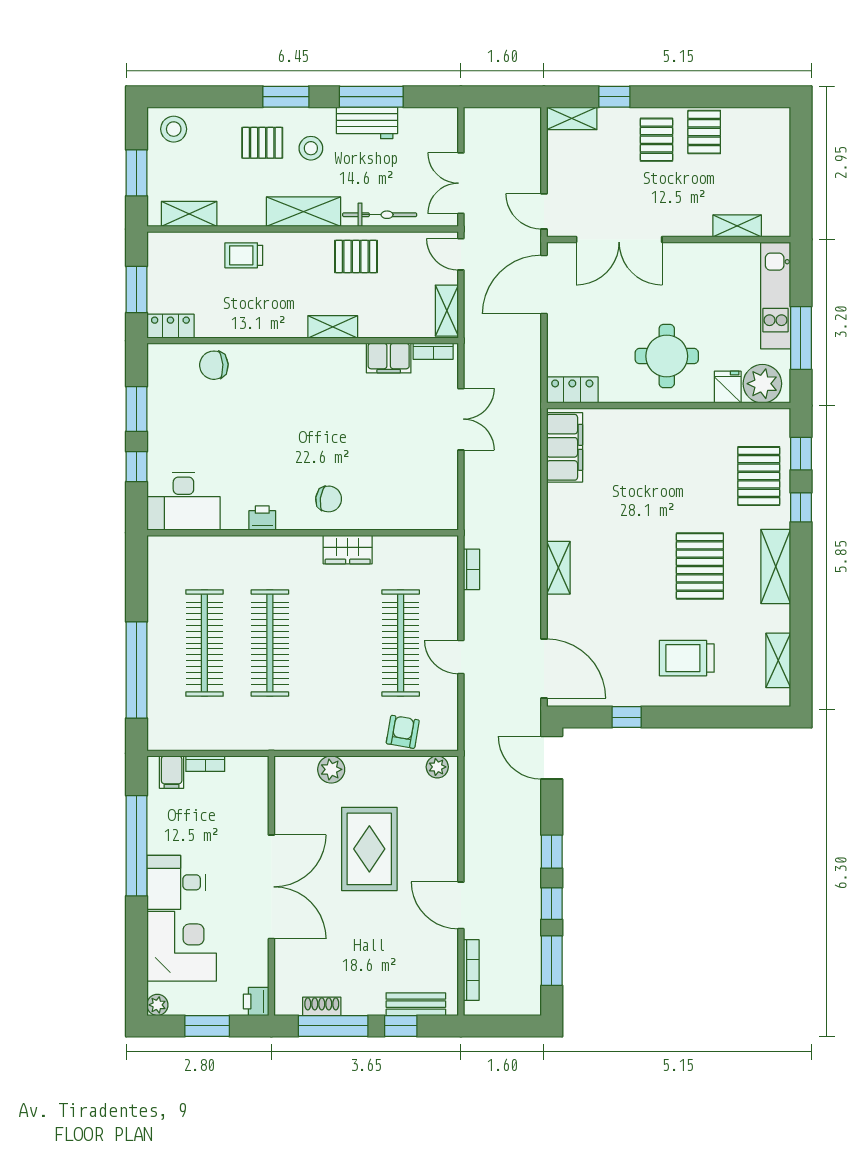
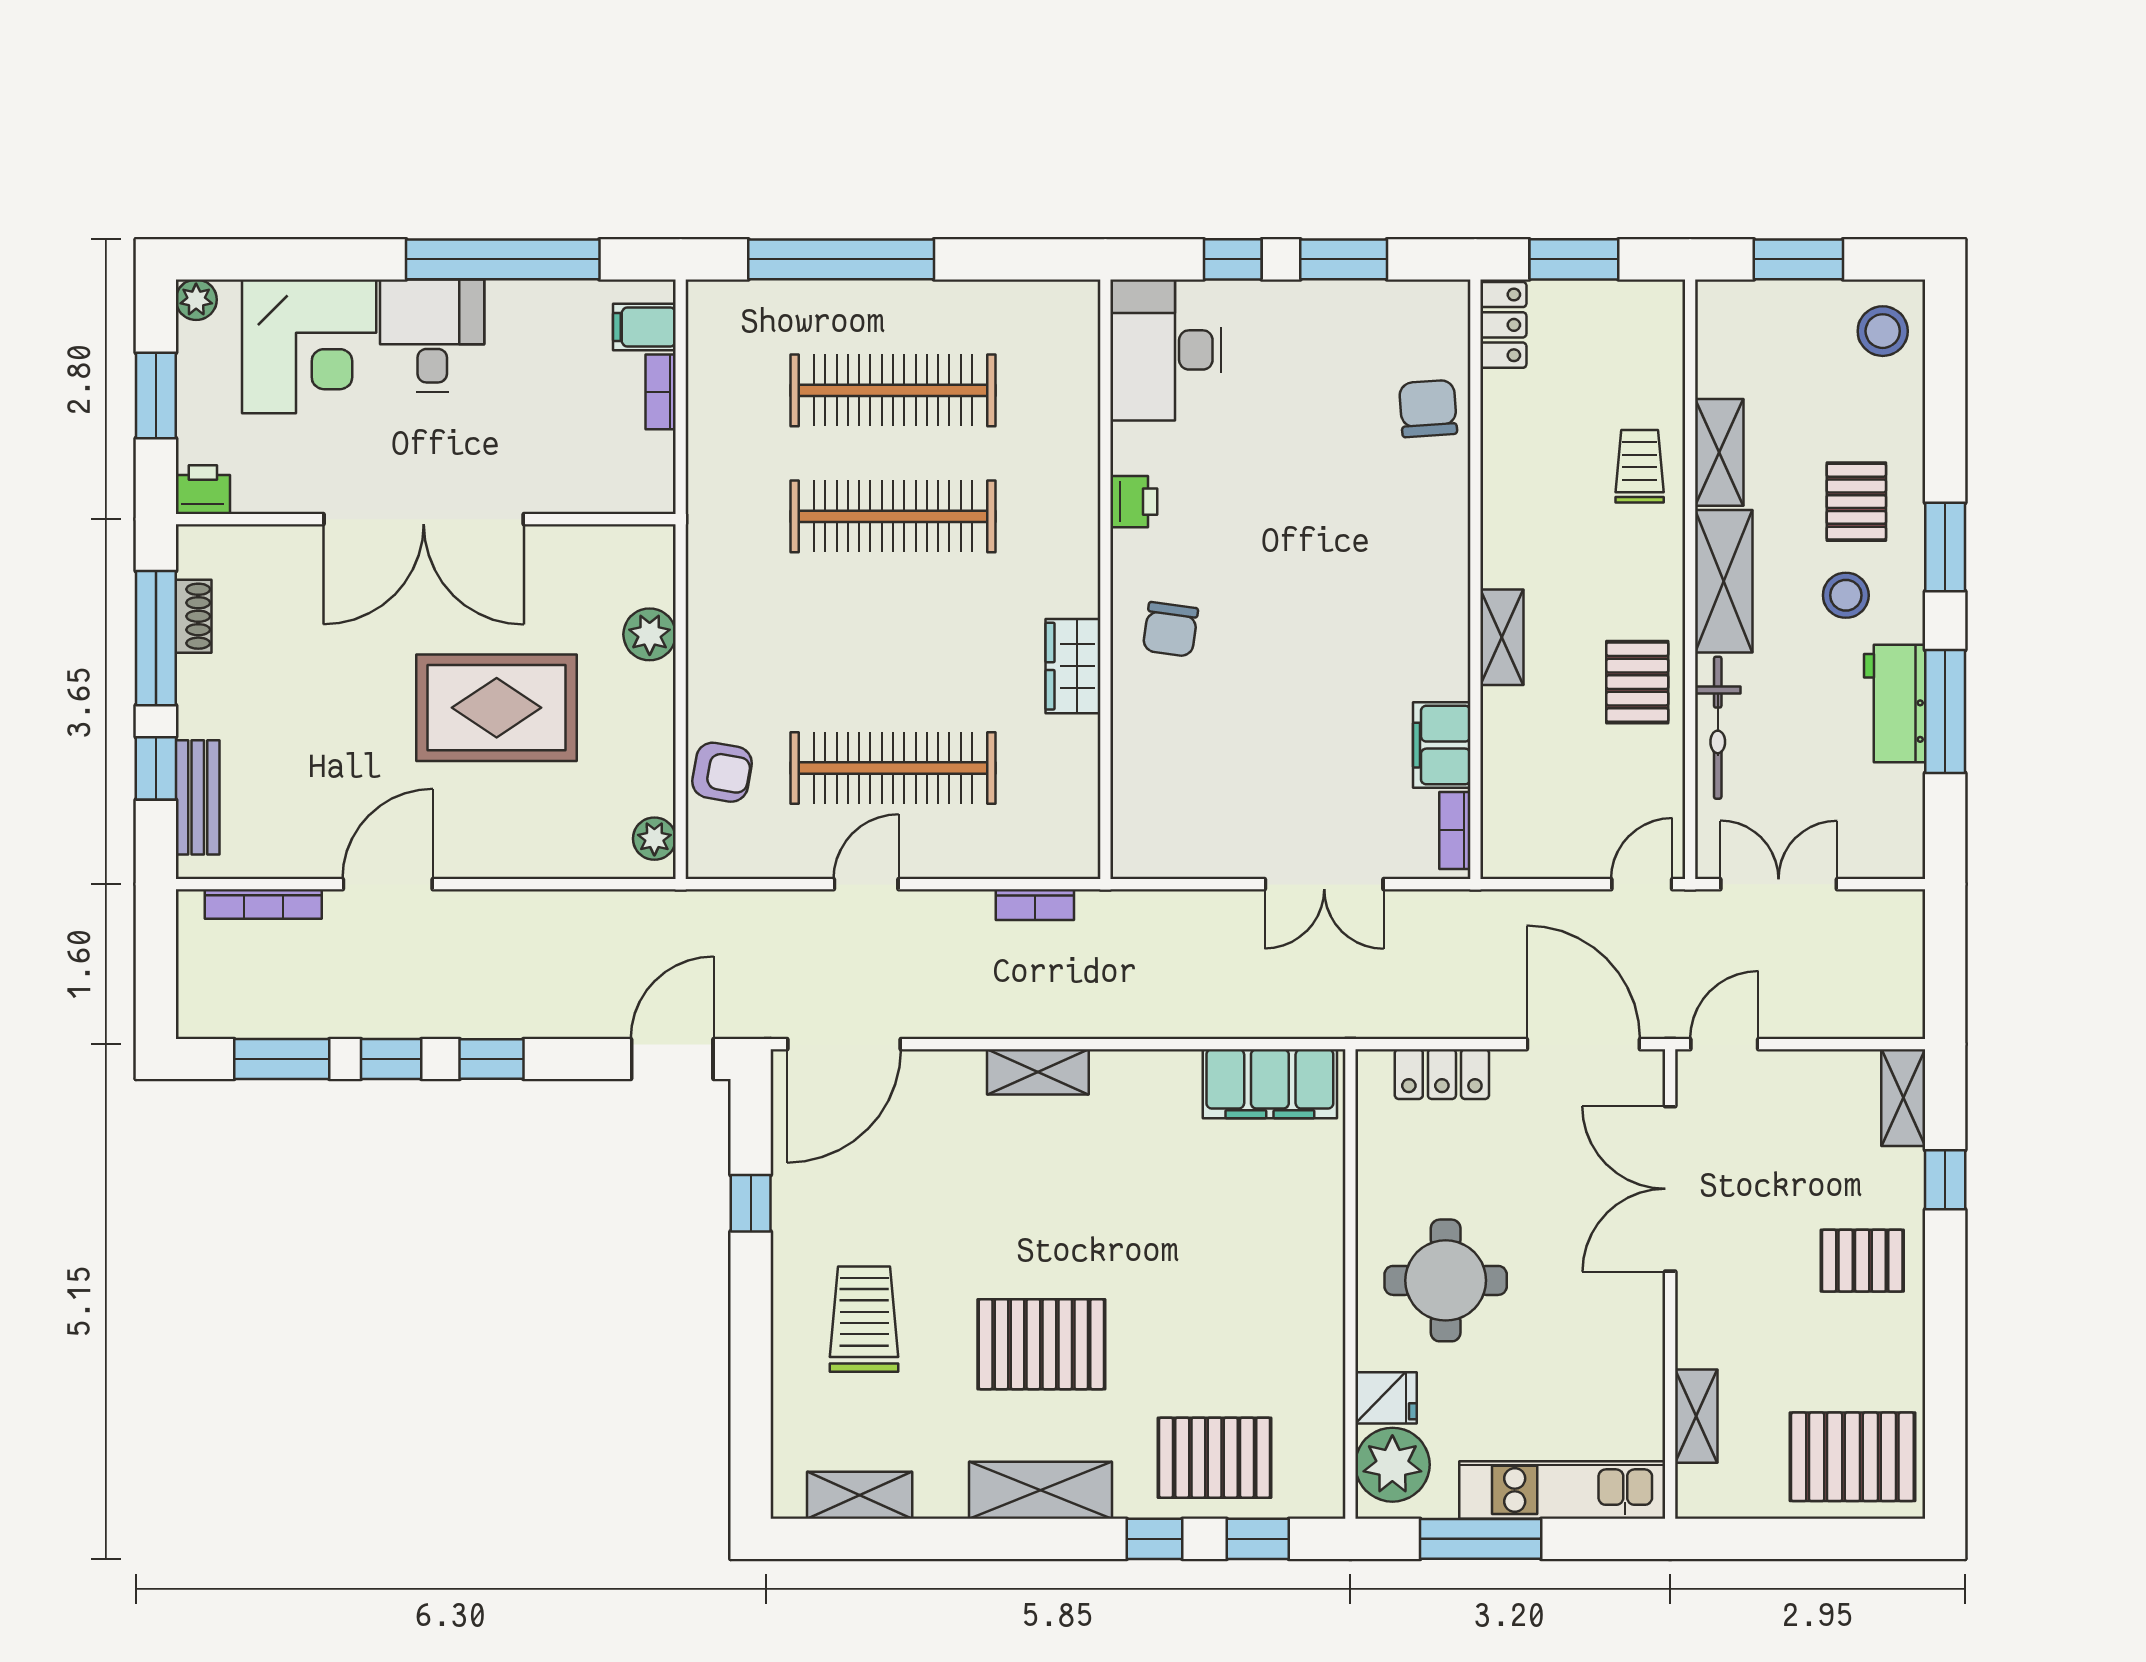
pallet: (704, 132) -> (1852, 1457), moved, width x1.50, depth x1.42
shelving: (189, 214) -> (1719, 452), moved
shelving: (447, 311) -> (1533, 857), removed
locker: (572, 390) -> (1442, 1074), moved, turned 90

